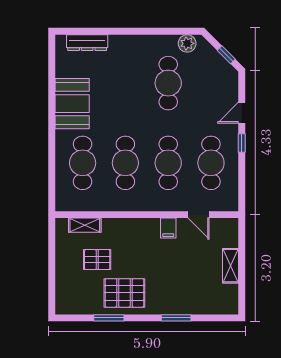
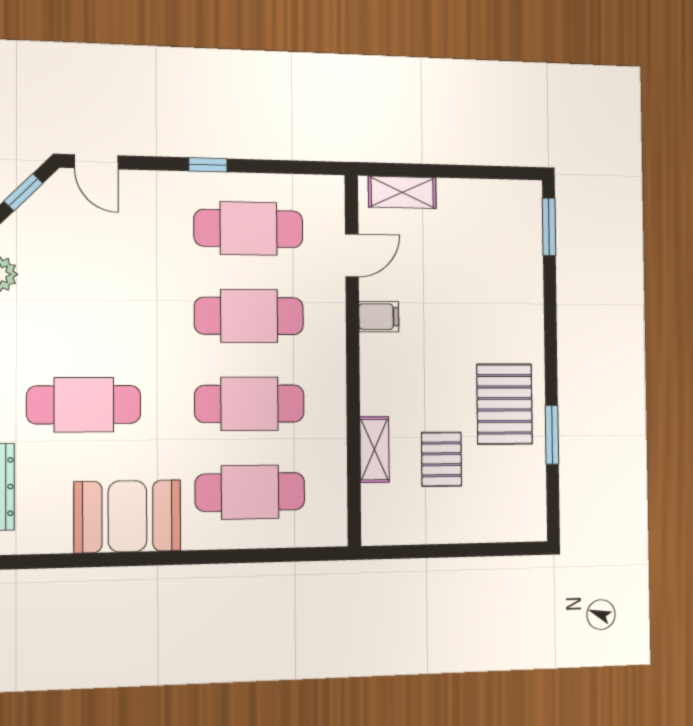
cafe table: (168, 83) -> (84, 405), moved
door: (242, 113) -> (96, 162), moved
shelving: (85, 225) -> (374, 450), moved
shelving: (231, 266) -> (402, 192), moved
window: (176, 318) -> (549, 227), moved

